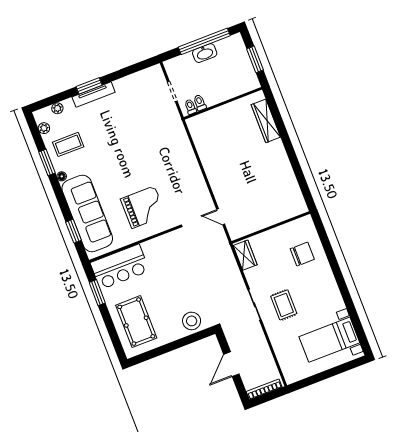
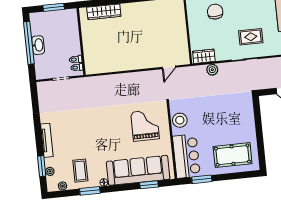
window: (89, 86) -> (42, 166), moved
plant: (232, 270) -> (212, 70), added
stool: (192, 321) -> (180, 120), moved

